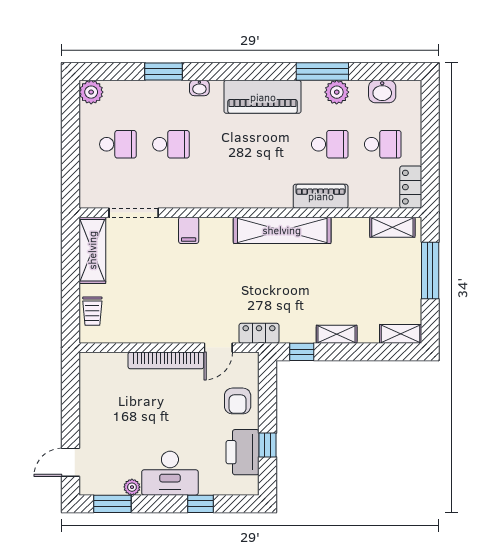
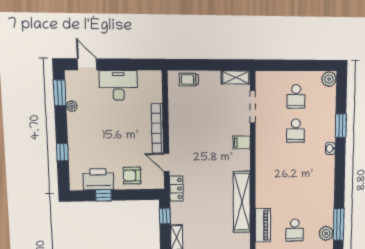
piano: (263, 97) -> (324, 188), removed
shelving: (92, 250) -> (236, 77), width x0.67, depth x0.75
desk: (170, 473) -> (118, 85), moved, turned 90

